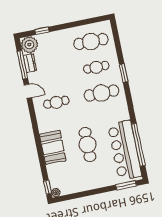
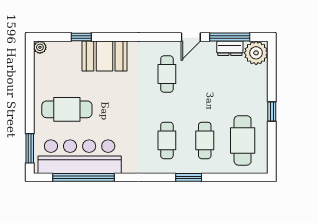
window: (42, 31) -> (272, 112), moved
cafe table: (101, 93) -> (167, 140), width x0.73, depth x0.74
cafe table: (88, 145) -> (67, 109), moved
window: (47, 187) -> (81, 37), moved

